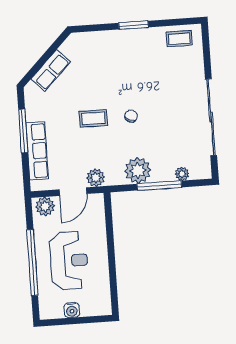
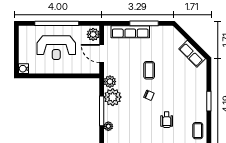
row of seats: (51, 70) -> (192, 54), moved
wheelchair: (166, 87) -> (167, 120), added
plant: (96, 178) -> (110, 82), moved
water cooler: (72, 310) -> (24, 69), moved

